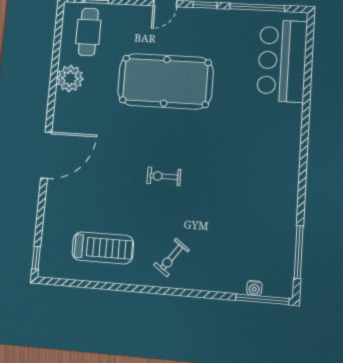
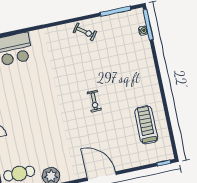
pool table: (165, 81) -> (37, 117), removed
exercise bike: (172, 257) -> (85, 32), moved

